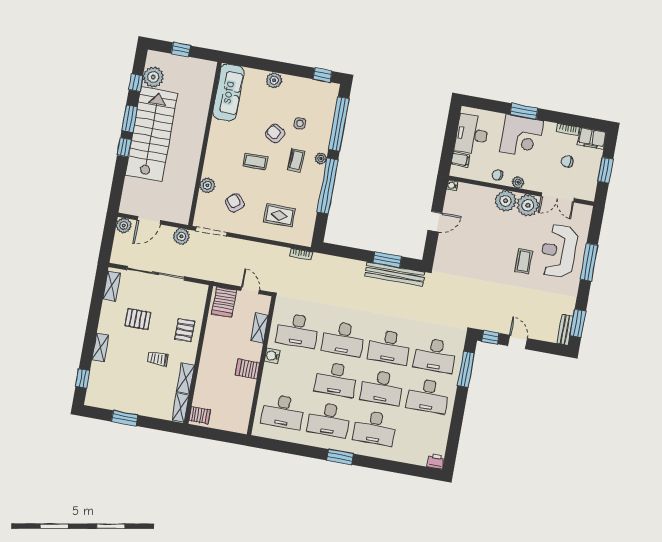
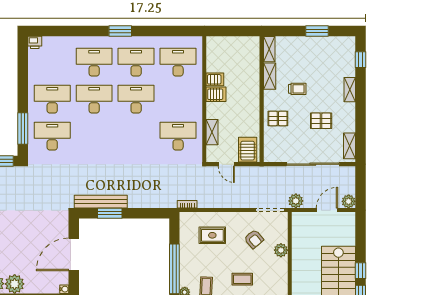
door: (435, 222) -> (74, 254), width x1.87
pallet: (185, 330) -> (278, 118), turned 90
desk: (343, 339) -> (136, 136), removed
desk: (389, 347) -> (94, 136), removed
water cooler: (272, 356) -> (196, 110), removed
server rack: (200, 415) -> (215, 79), moved, turned 180

